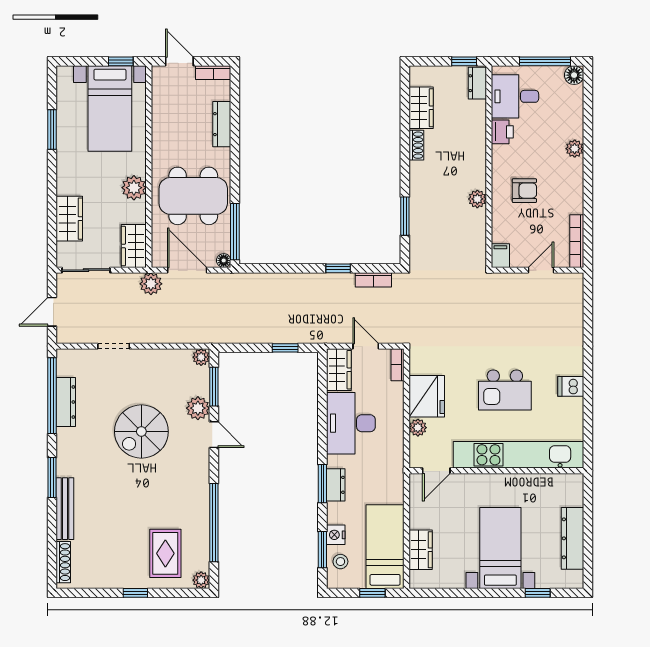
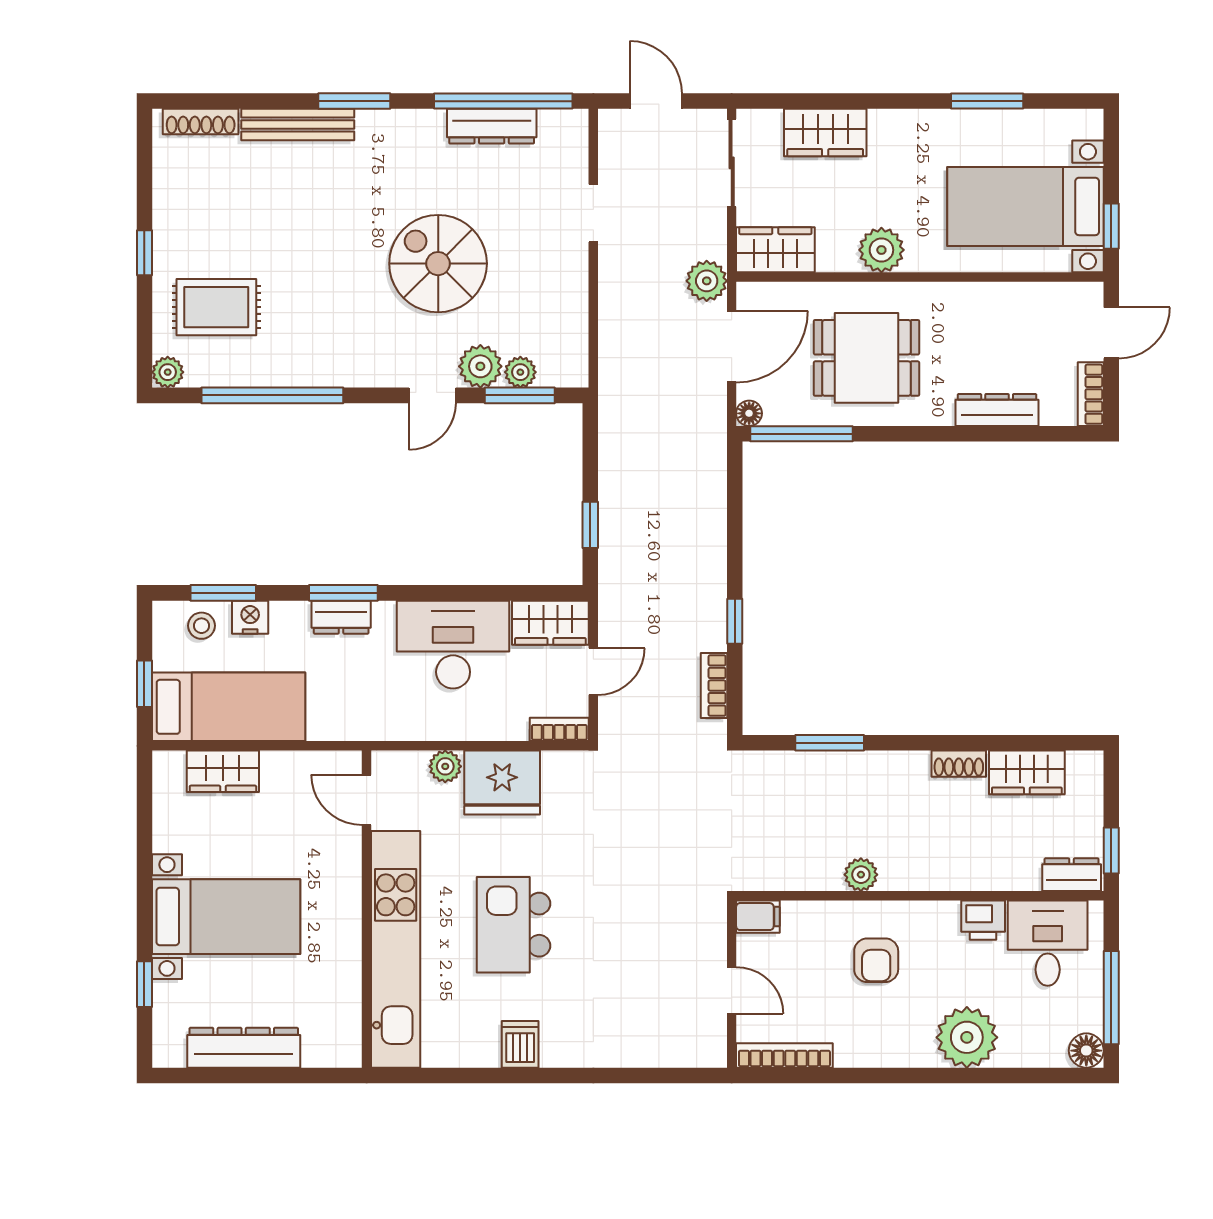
plant: (575, 149) -> (967, 1037), width x1.88, depth x1.88
dining table: (193, 196) -> (867, 358), width x0.73
plant: (201, 357) -> (520, 372), moved

